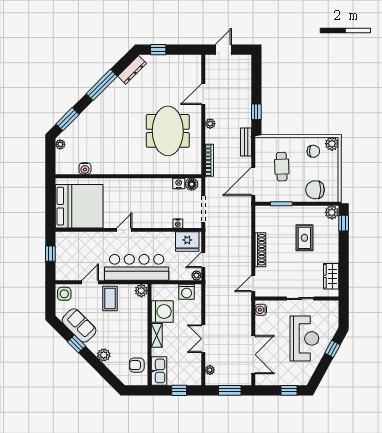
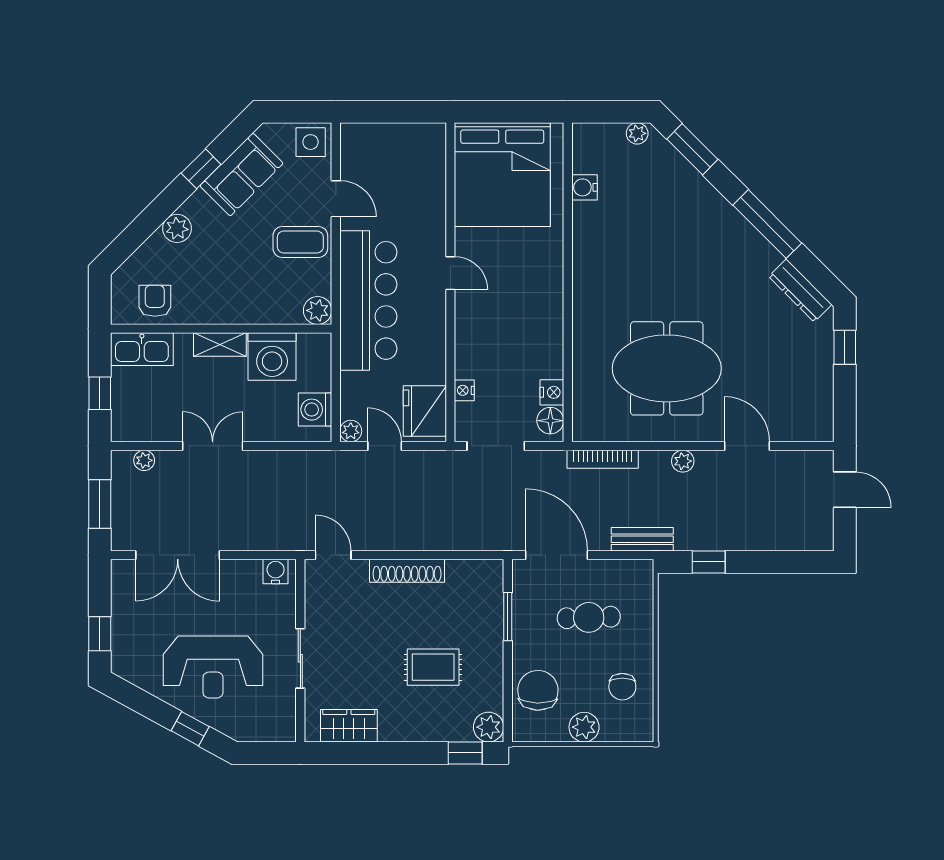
plant: (332, 144) -> (584, 727), moved
window: (50, 254) -> (398, 112), removed

